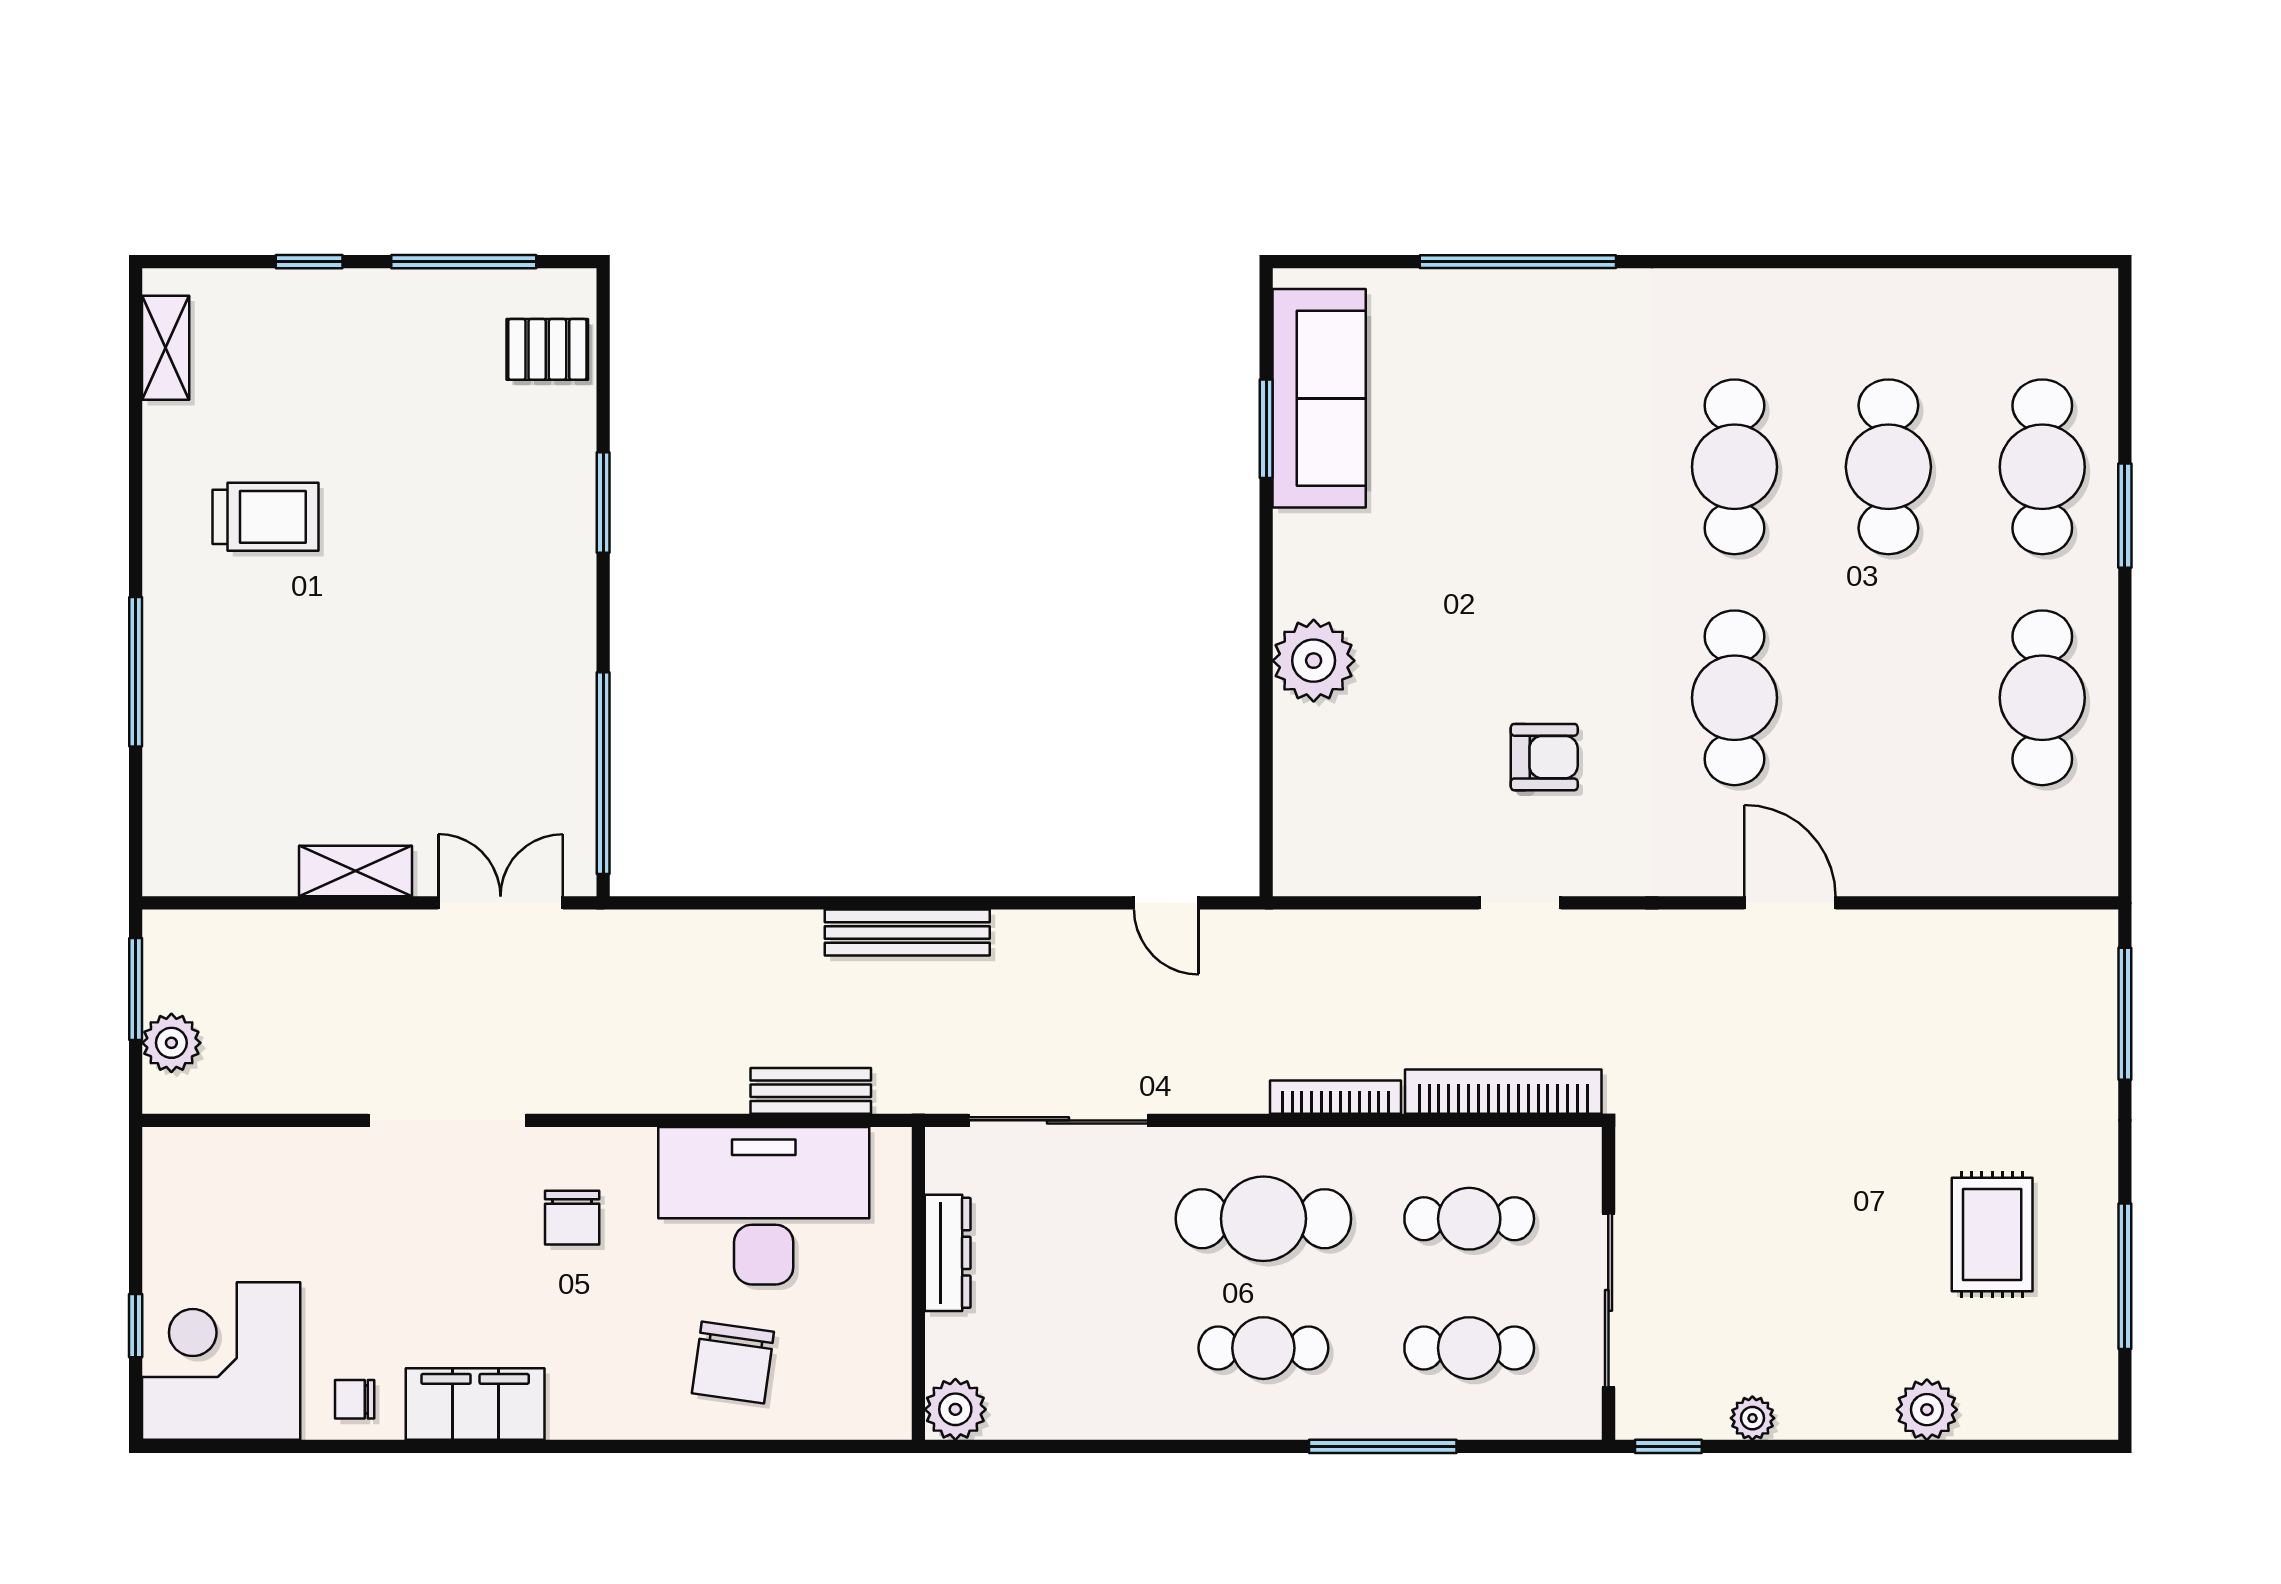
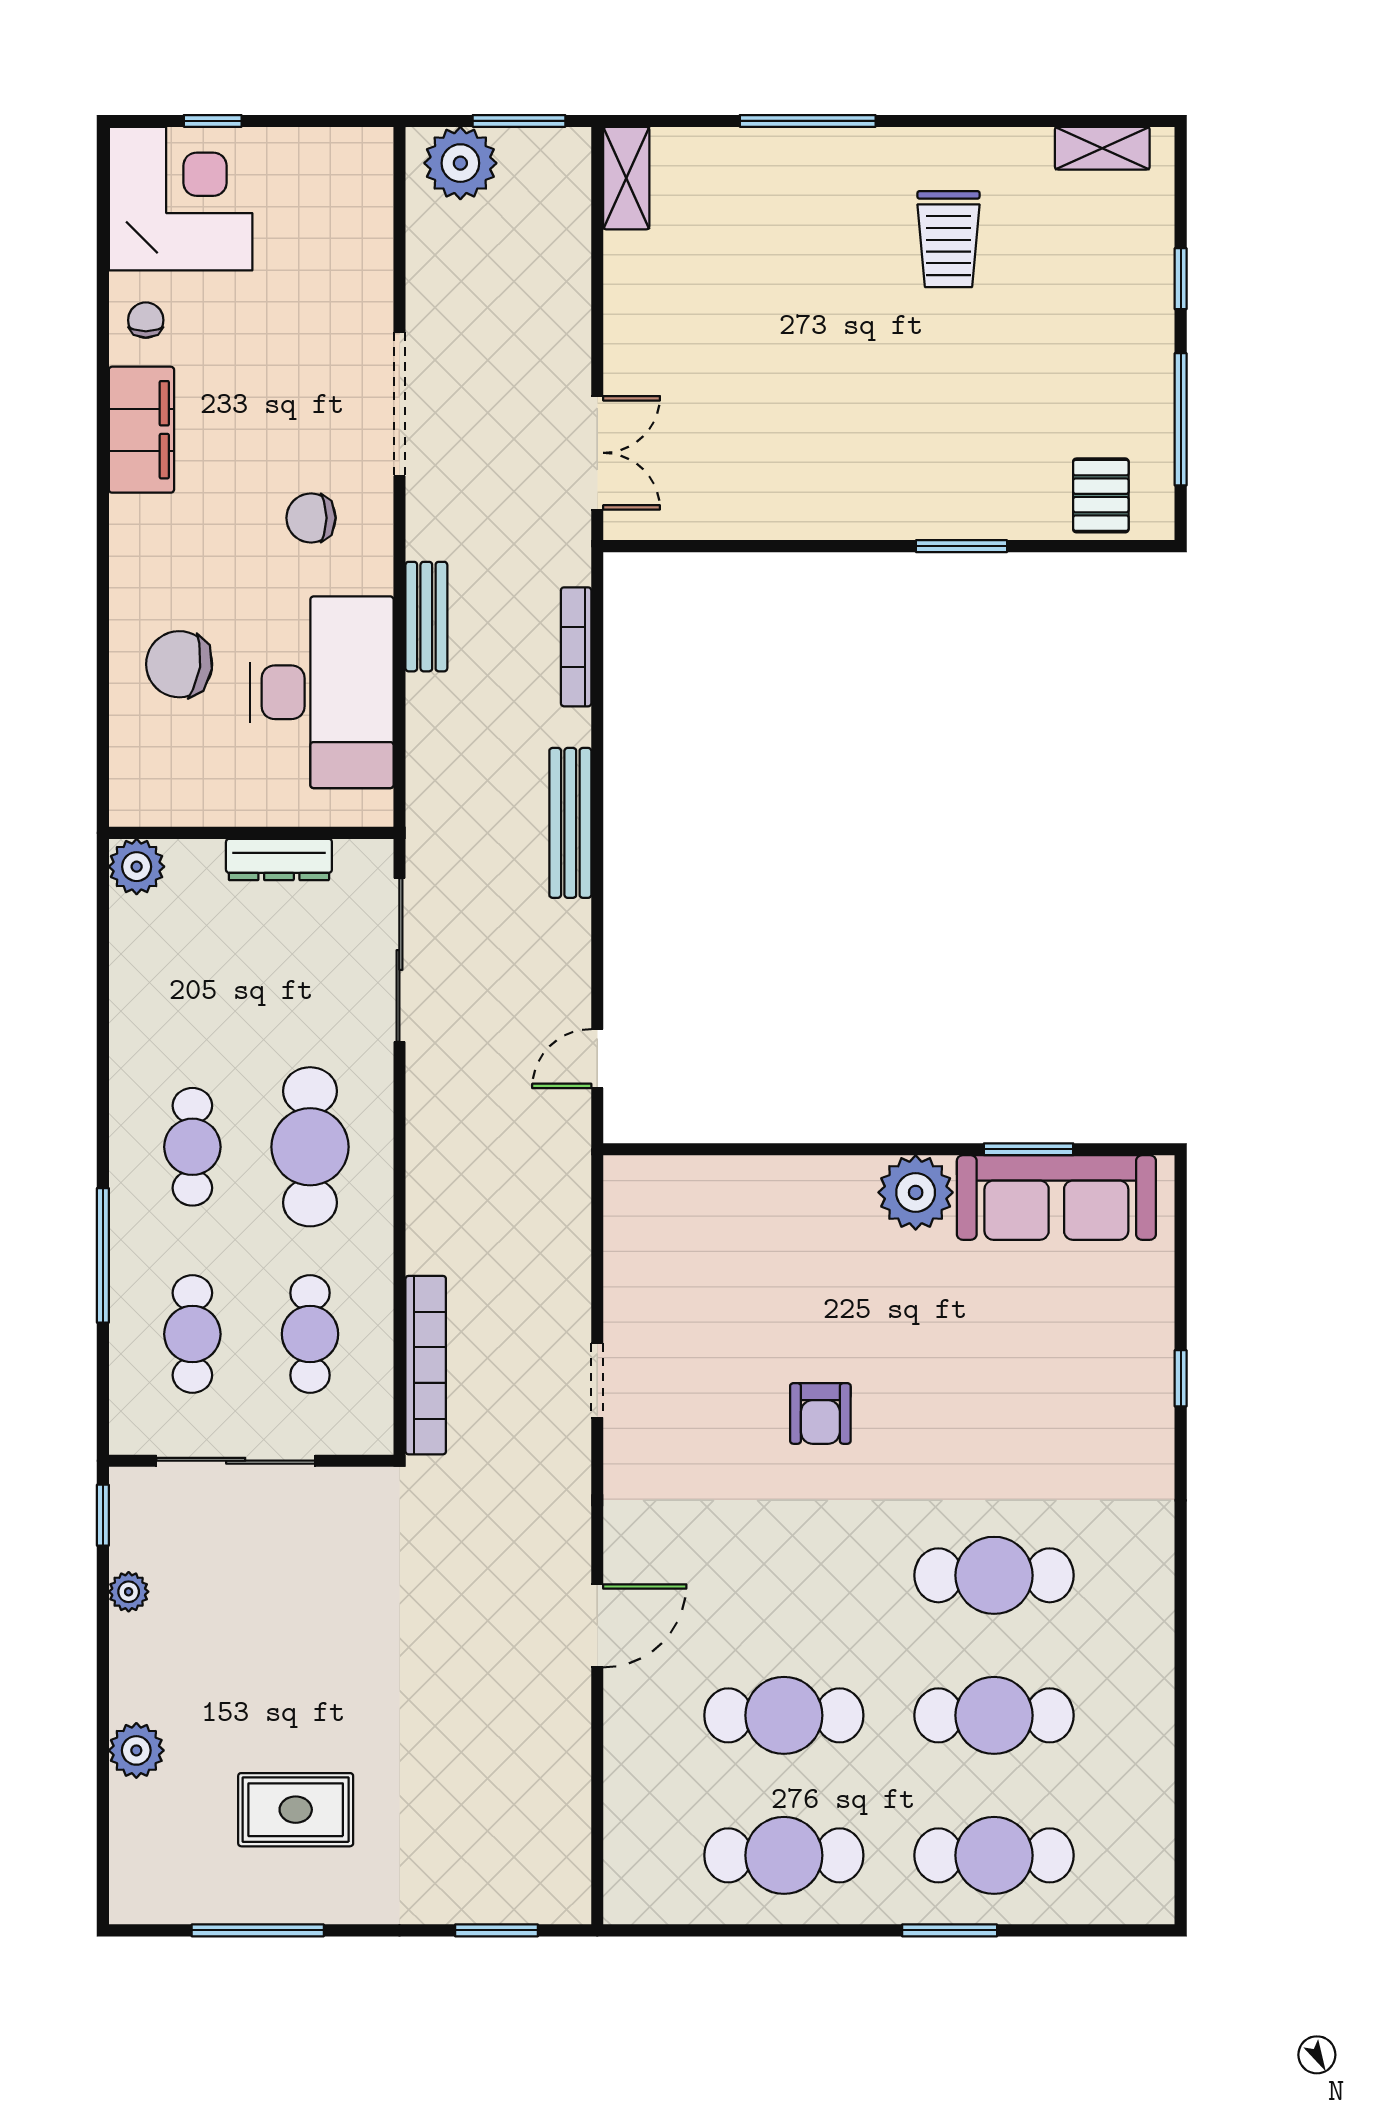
window: (1518, 262) -> (1181, 1378), width x0.32
plant: (1314, 661) -> (916, 1192), moved
cafe table: (1734, 698) -> (784, 1715), moved
armchair: (1544, 757) -> (820, 1413), moved
window: (603, 773) -> (715, 546), removed
shelving: (356, 871) -> (626, 178), moved
window: (2125, 1014) -> (496, 1930), width x0.69
plant: (171, 1043) -> (460, 163), width x1.36, depth x1.36
bench: (811, 1091) -> (426, 617), moved
bookcase: (1336, 1097) -> (576, 647), moved, turned 180

